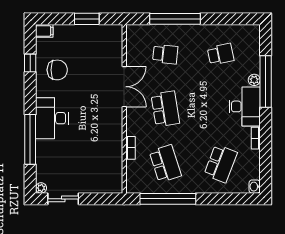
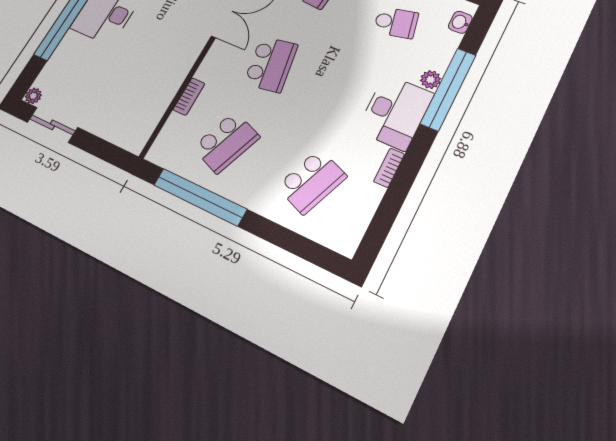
school desk: (165, 164) -> (226, 142), turned 39
washbasin: (255, 187) -> (460, 22), moved

